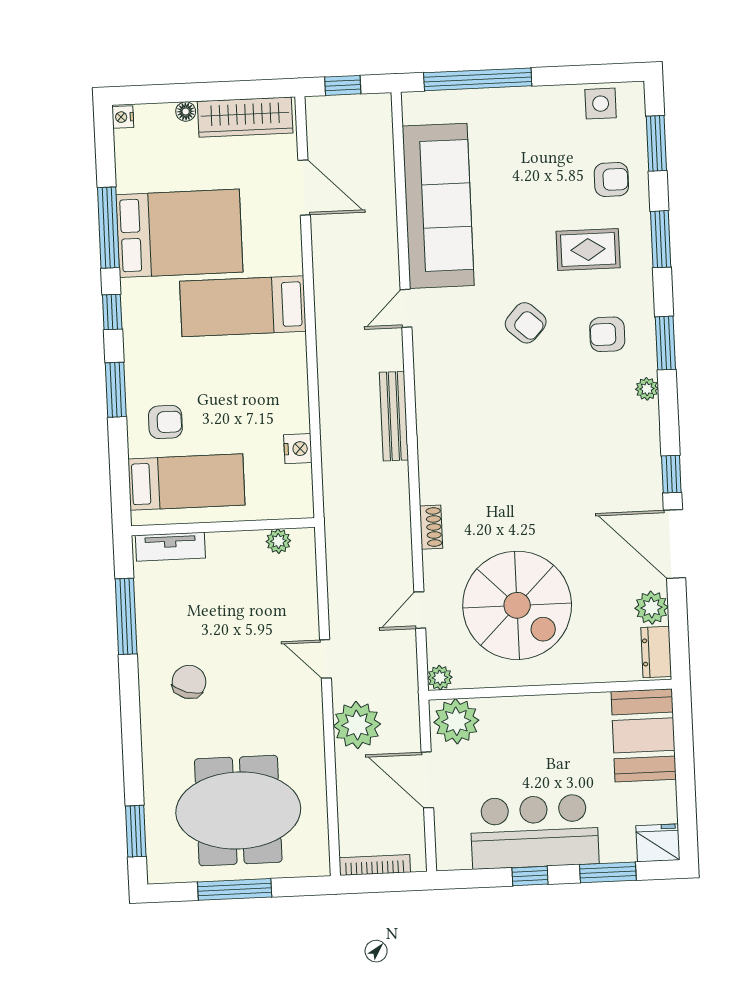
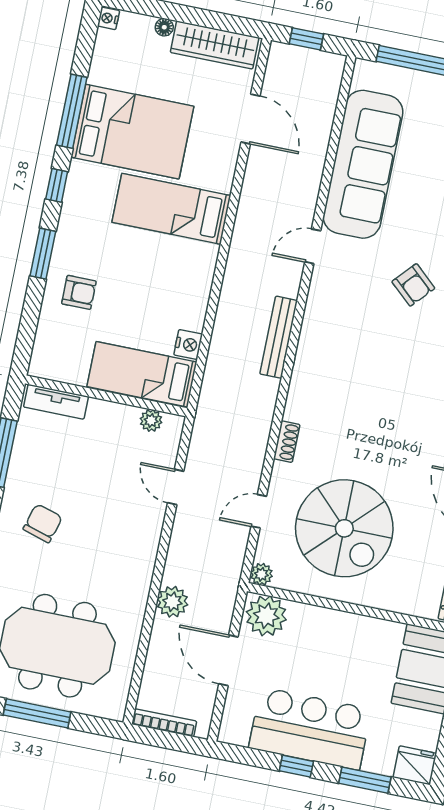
bed: (186, 482) -> (142, 374), moved, turned 180
door: (325, 659) -> (176, 487), moved
plant: (357, 725) -> (172, 602), width x0.73, depth x0.73

